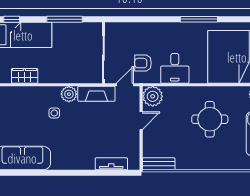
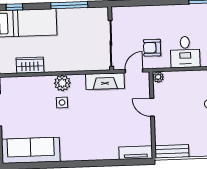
plant: (69, 94) -> (62, 83), moved
plant: (153, 96) -> (158, 77), width x0.53, depth x0.53
door: (141, 121) -> (152, 107), swing flipped
tv unit: (111, 164) -> (136, 153), moved

